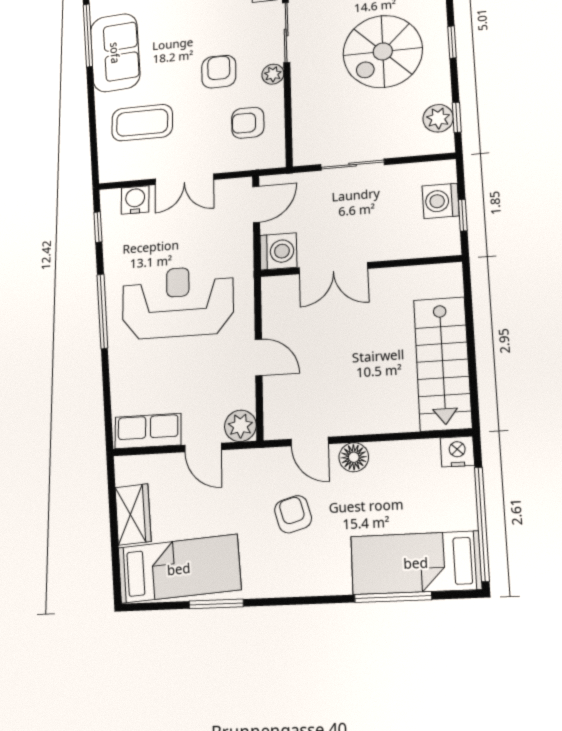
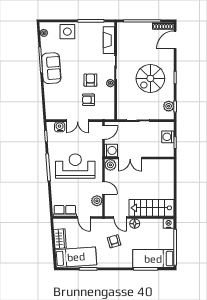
coffee table: (142, 123) -> (62, 97), removed
armchair: (248, 123) -> (88, 100), moved
plant: (277, 291) -> (110, 165), added
stairs: (443, 363) -> (151, 208), moved, turned 90
plant: (240, 426) -> (97, 201), moved

